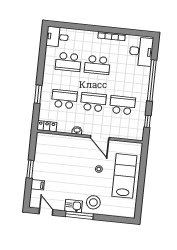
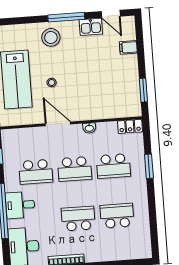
desk: (57, 37) -> (20, 205), moved, turned 180
window: (30, 169) -> (143, 90), moved
kitchen sink: (74, 206) -> (91, 27), moved

